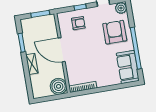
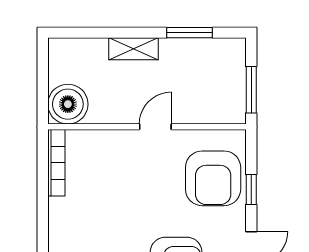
armchair: (78, 23) -> (213, 178), width x1.88, depth x1.88
door: (62, 50) -> (155, 127), width x0.53

